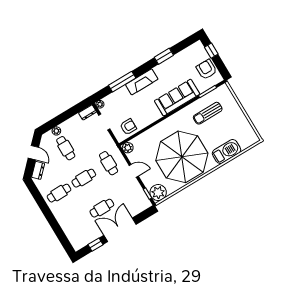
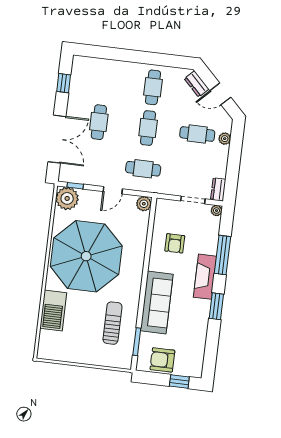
window: (164, 56) -> (216, 306), moved
armchair: (206, 69) -> (162, 360), turned 180
armchair: (128, 127) -> (175, 243), moved
double door: (120, 230) -> (57, 139), moved

